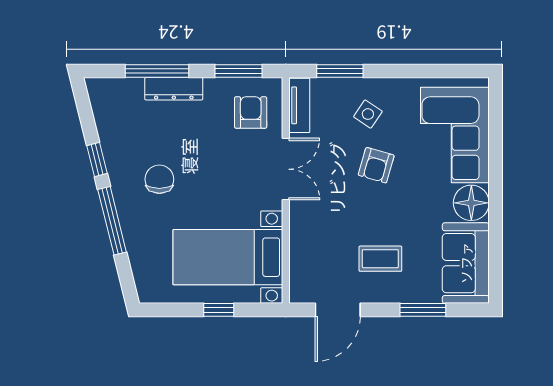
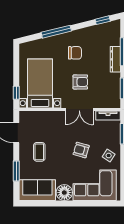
armchair: (251, 112) -> (80, 82), moved
side table: (368, 114) -> (109, 155), moved
window: (97, 159) -> (103, 20), moved
window: (219, 310) -> (16, 93), moved

